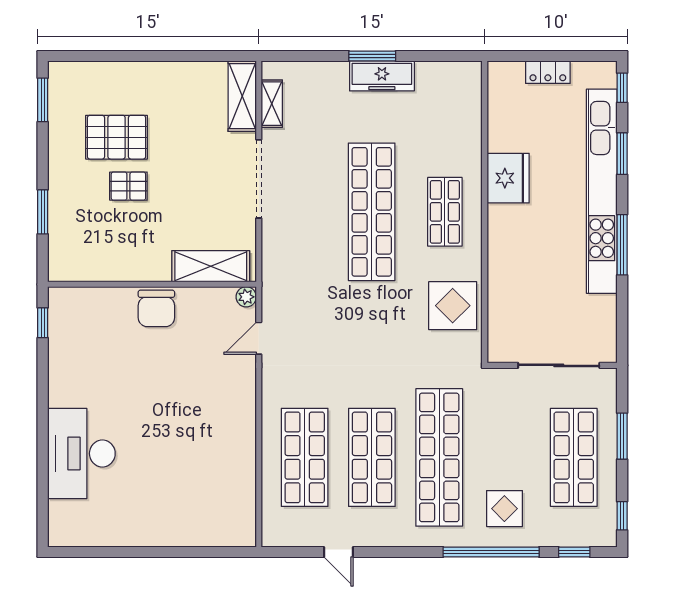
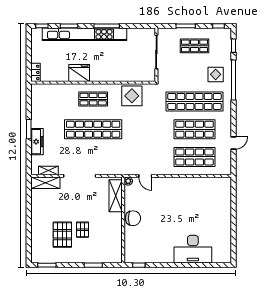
locker: (548, 72) -> (35, 72), moved
freezer: (382, 76) -> (37, 142), moved
shop shelf: (574, 457) -> (194, 46), width x0.70, depth x0.74

